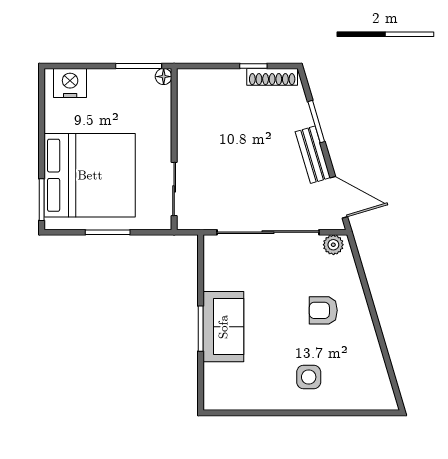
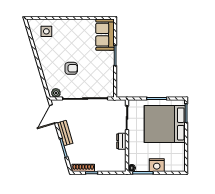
nightstand: (70, 83) -> (157, 165), moved
dresser: (187, 137) -> (121, 141), added
door: (339, 197) -> (53, 114), hinge flipped
armchair: (323, 310) -> (71, 68), moved
sofa: (223, 327) -> (105, 35), moved
side table: (309, 377) -> (46, 31), moved

